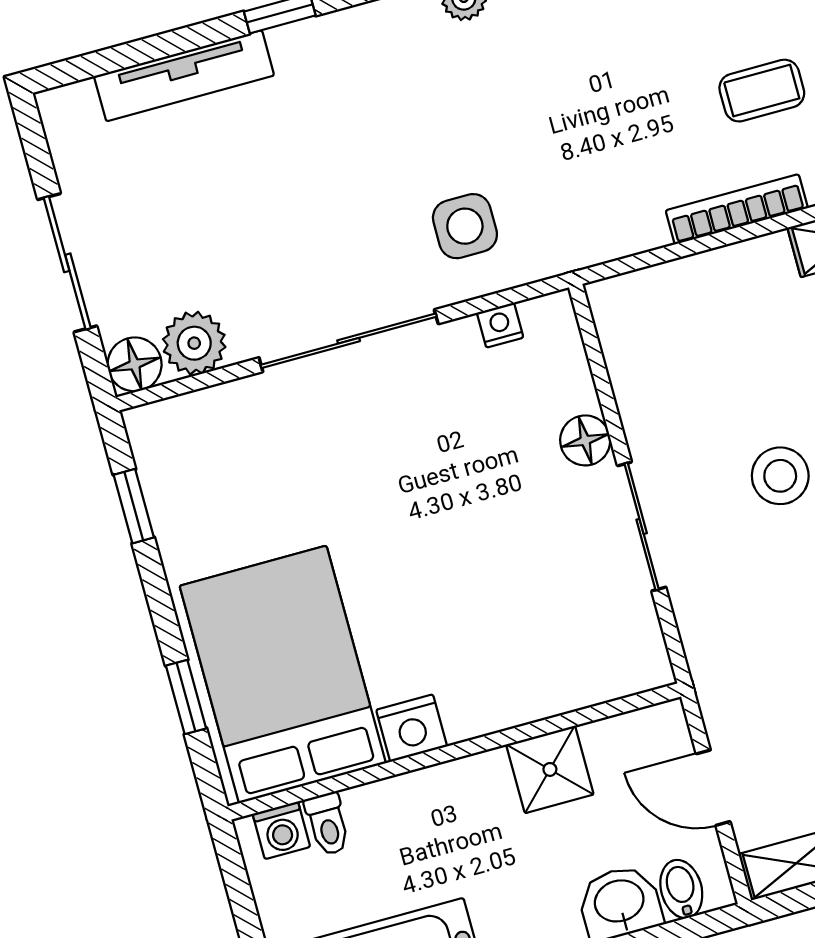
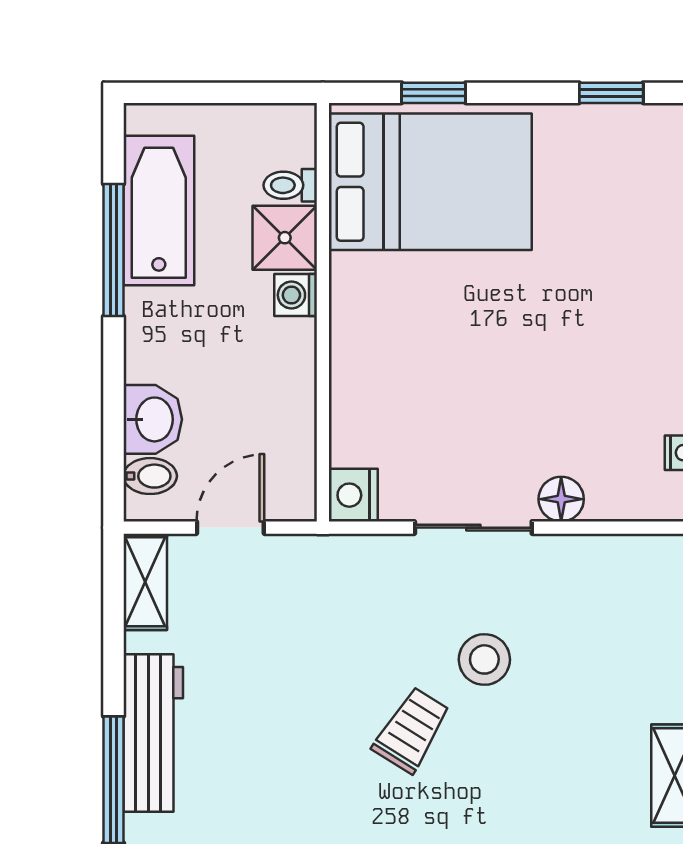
nightstand: (412, 728) -> (353, 495), moved
shower: (550, 769) -> (285, 238), moved
washing machine: (281, 830) -> (296, 295), moved

